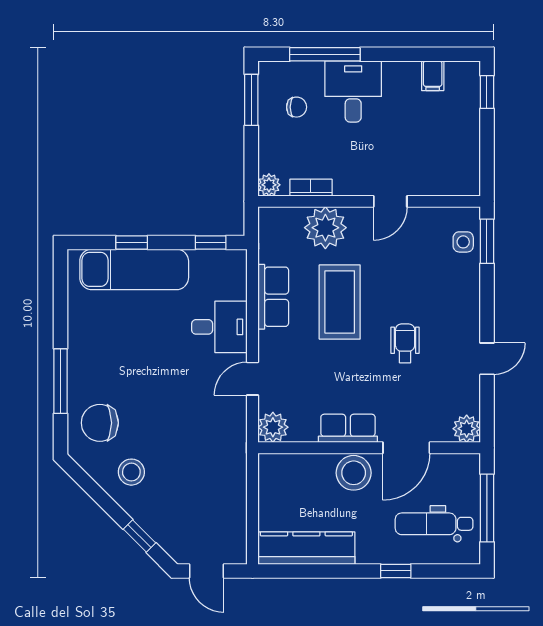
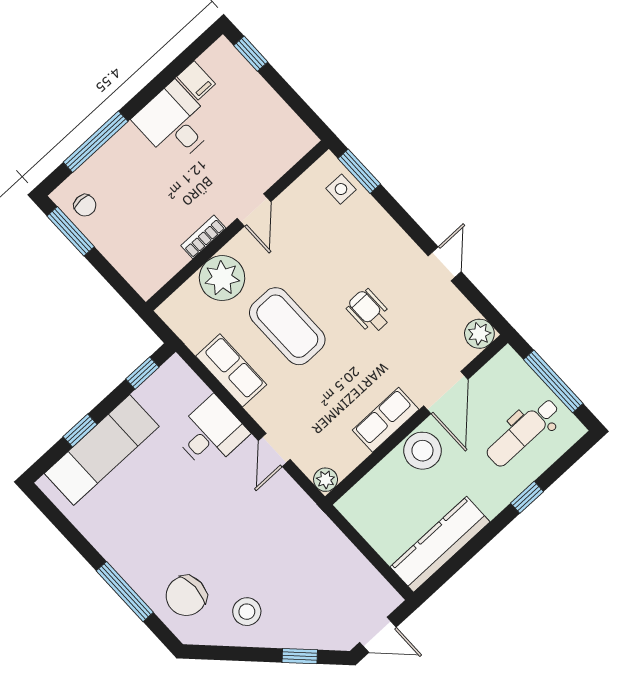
desk: (353, 91) -> (175, 123), moved
chair: (297, 107) -> (85, 205), moved, turned 90
plant: (269, 185) -> (146, 285), removed
bookcase: (311, 188) -> (203, 237), moved
plant: (273, 427) -> (326, 480), width x0.73, depth x0.73

